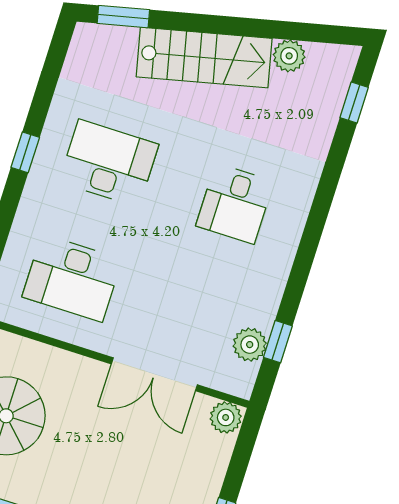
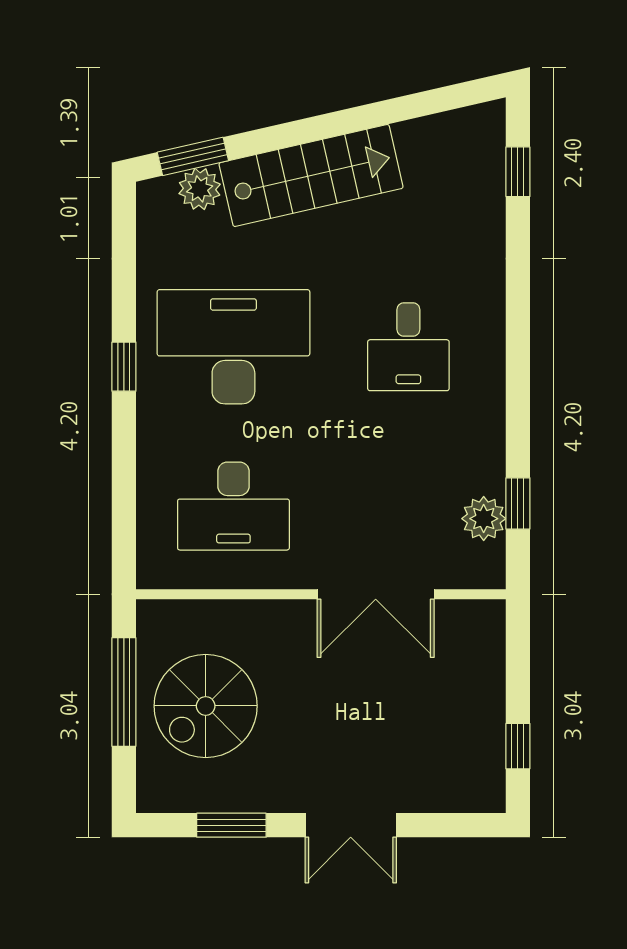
plant: (289, 56) -> (200, 189), moved
desk: (109, 163) -> (233, 347), width x1.36, depth x1.30
plant: (226, 417) -> (483, 620), removed

